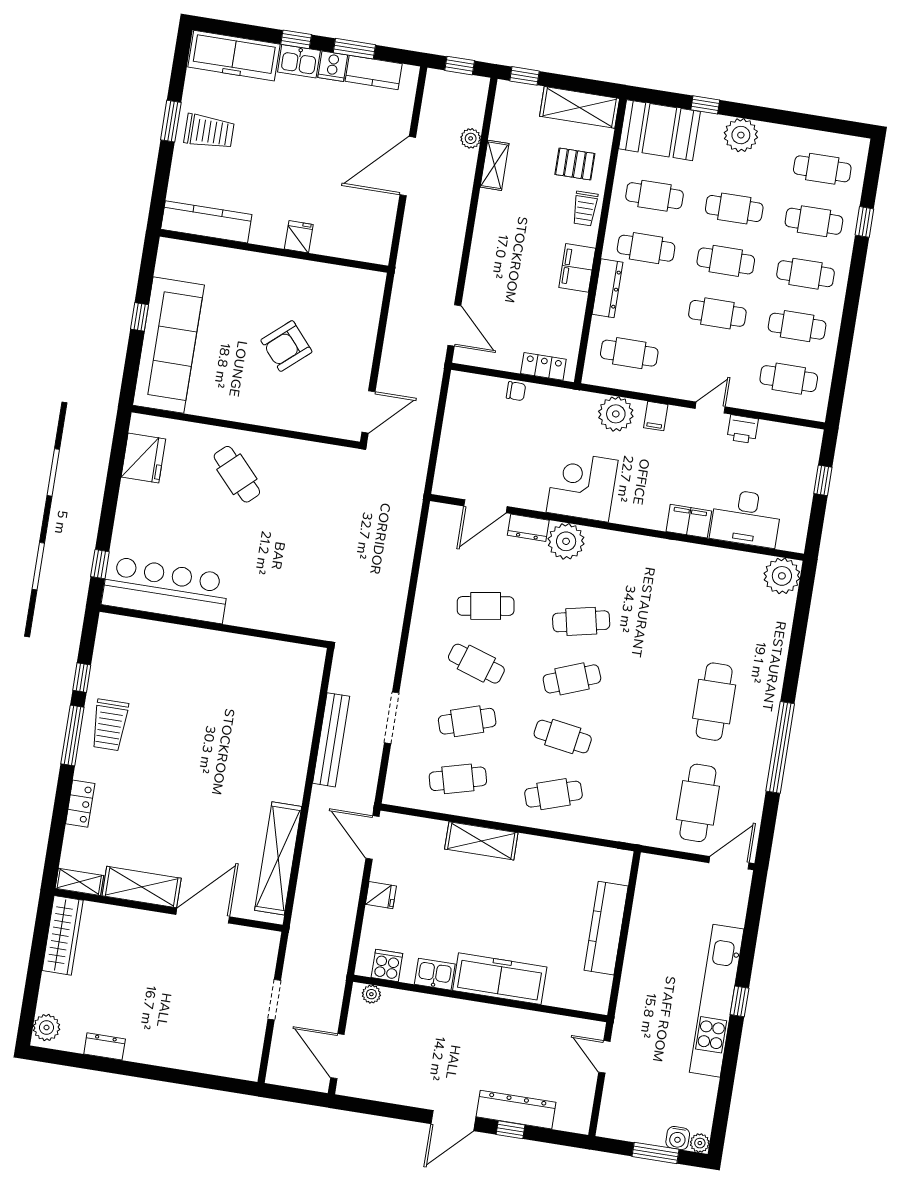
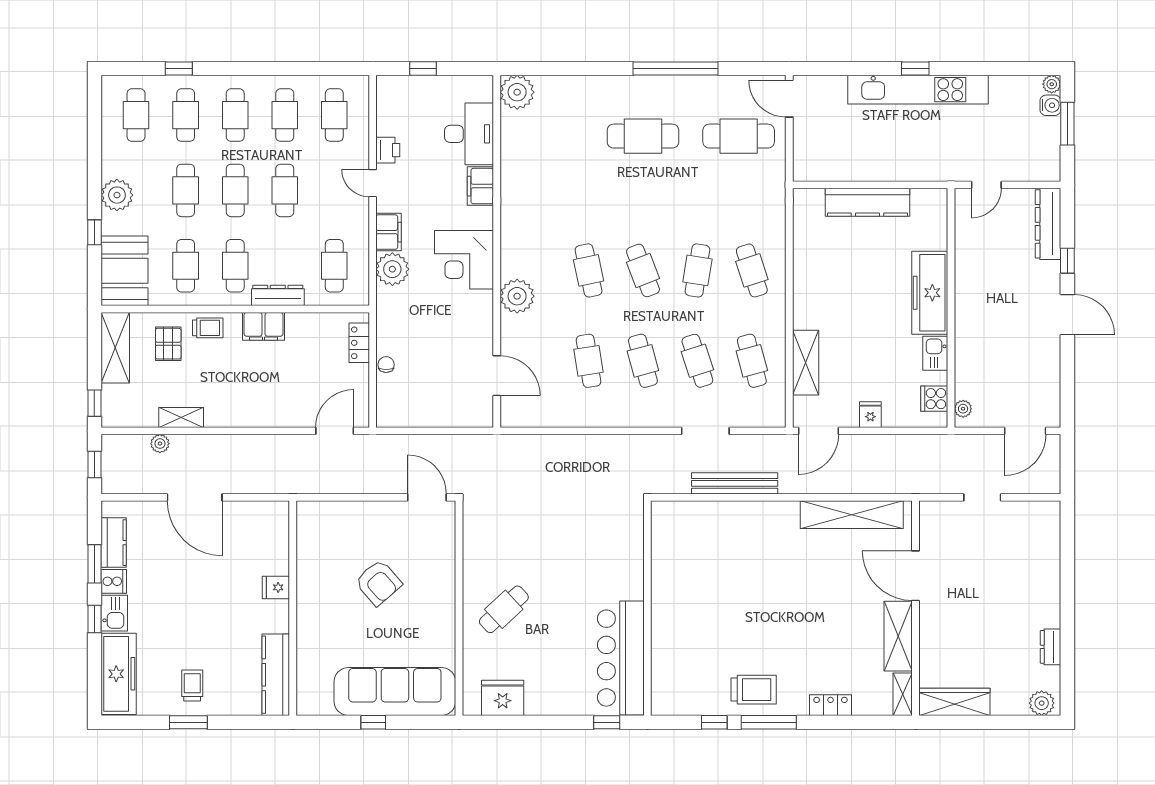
trolley: (209, 132) -> (192, 685), width x0.73, depth x0.72
filing cabinet: (656, 416) -> (388, 232), width x2.00
corner desk: (582, 486) -> (464, 260), moved
dresser: (528, 528) -> (510, 333), removed
cafe table: (476, 664) -> (643, 361), turned -33
shelving: (481, 841) -> (806, 363), moved
dresser: (516, 1110) -> (1048, 224), moved

